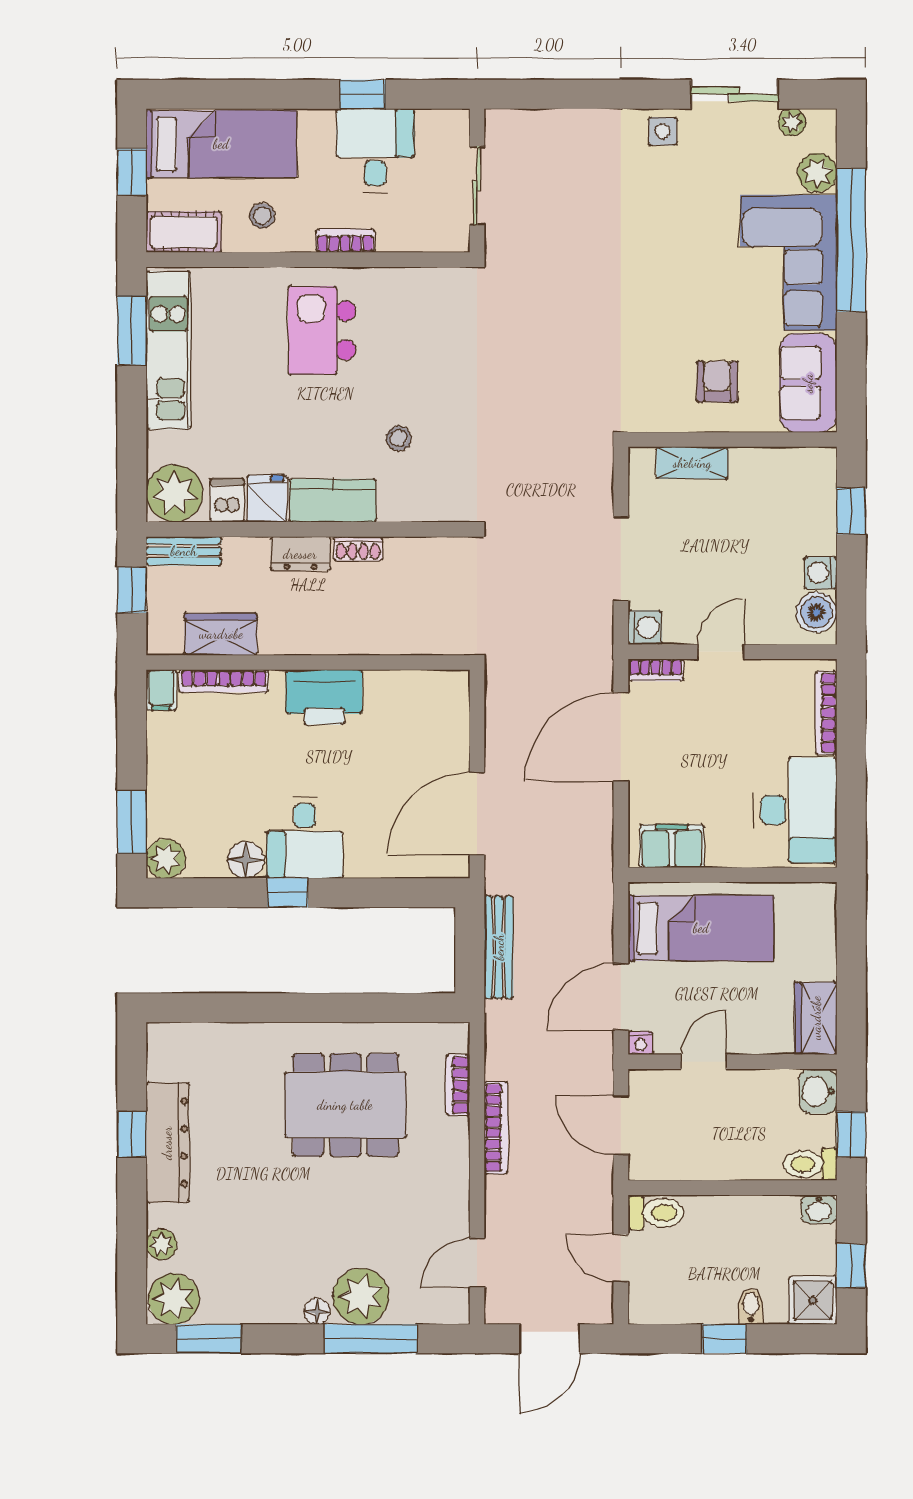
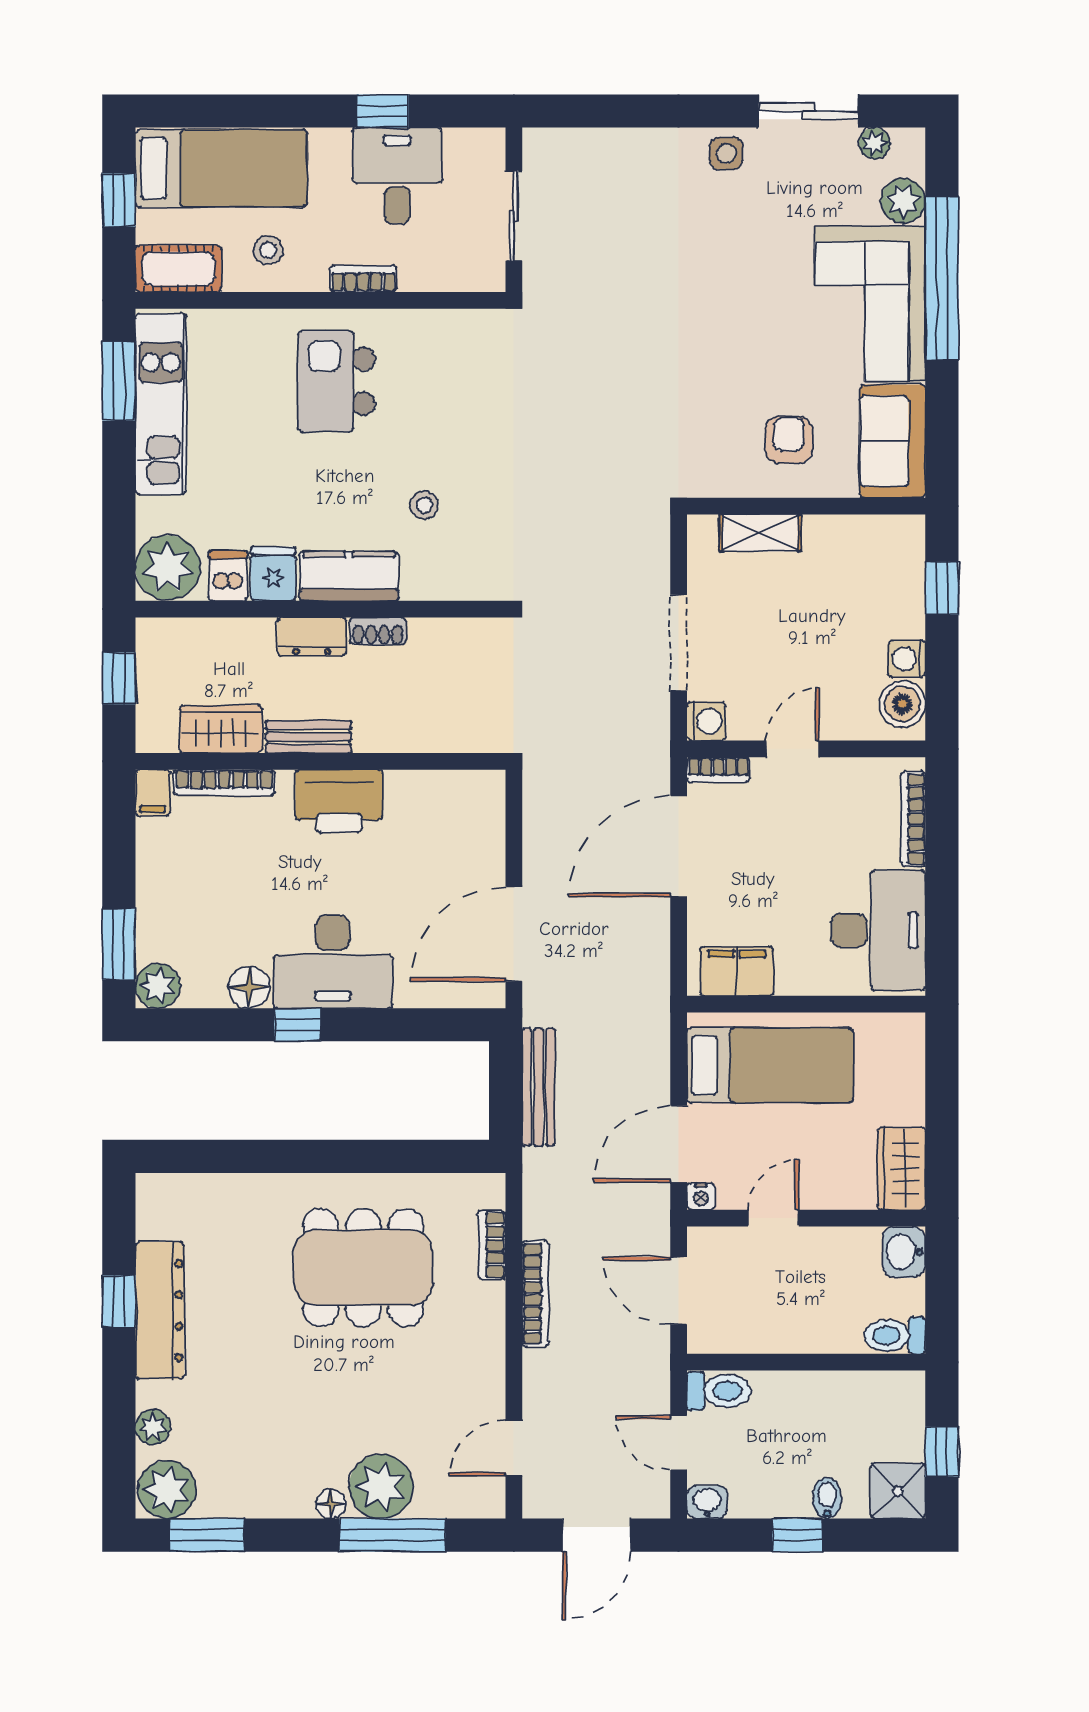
bench: (184, 551) -> (308, 737), moved
desk: (305, 838) -> (333, 962), width x1.37
window: (851, 1134) -> (942, 1301), removed
washbasin: (819, 1209) -> (707, 1502), moved, turned 180

